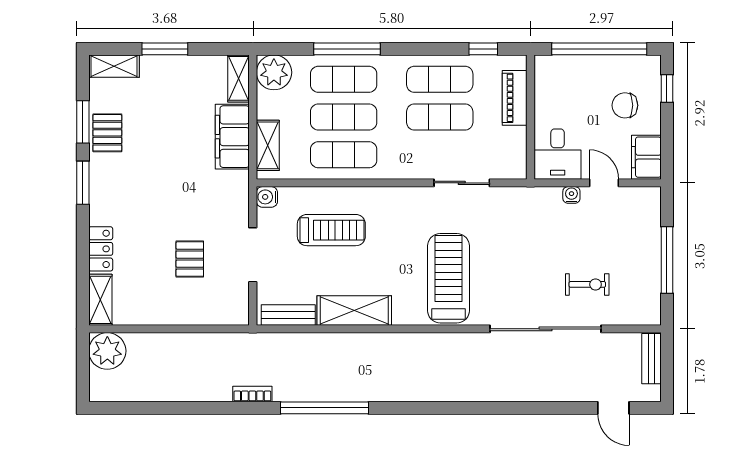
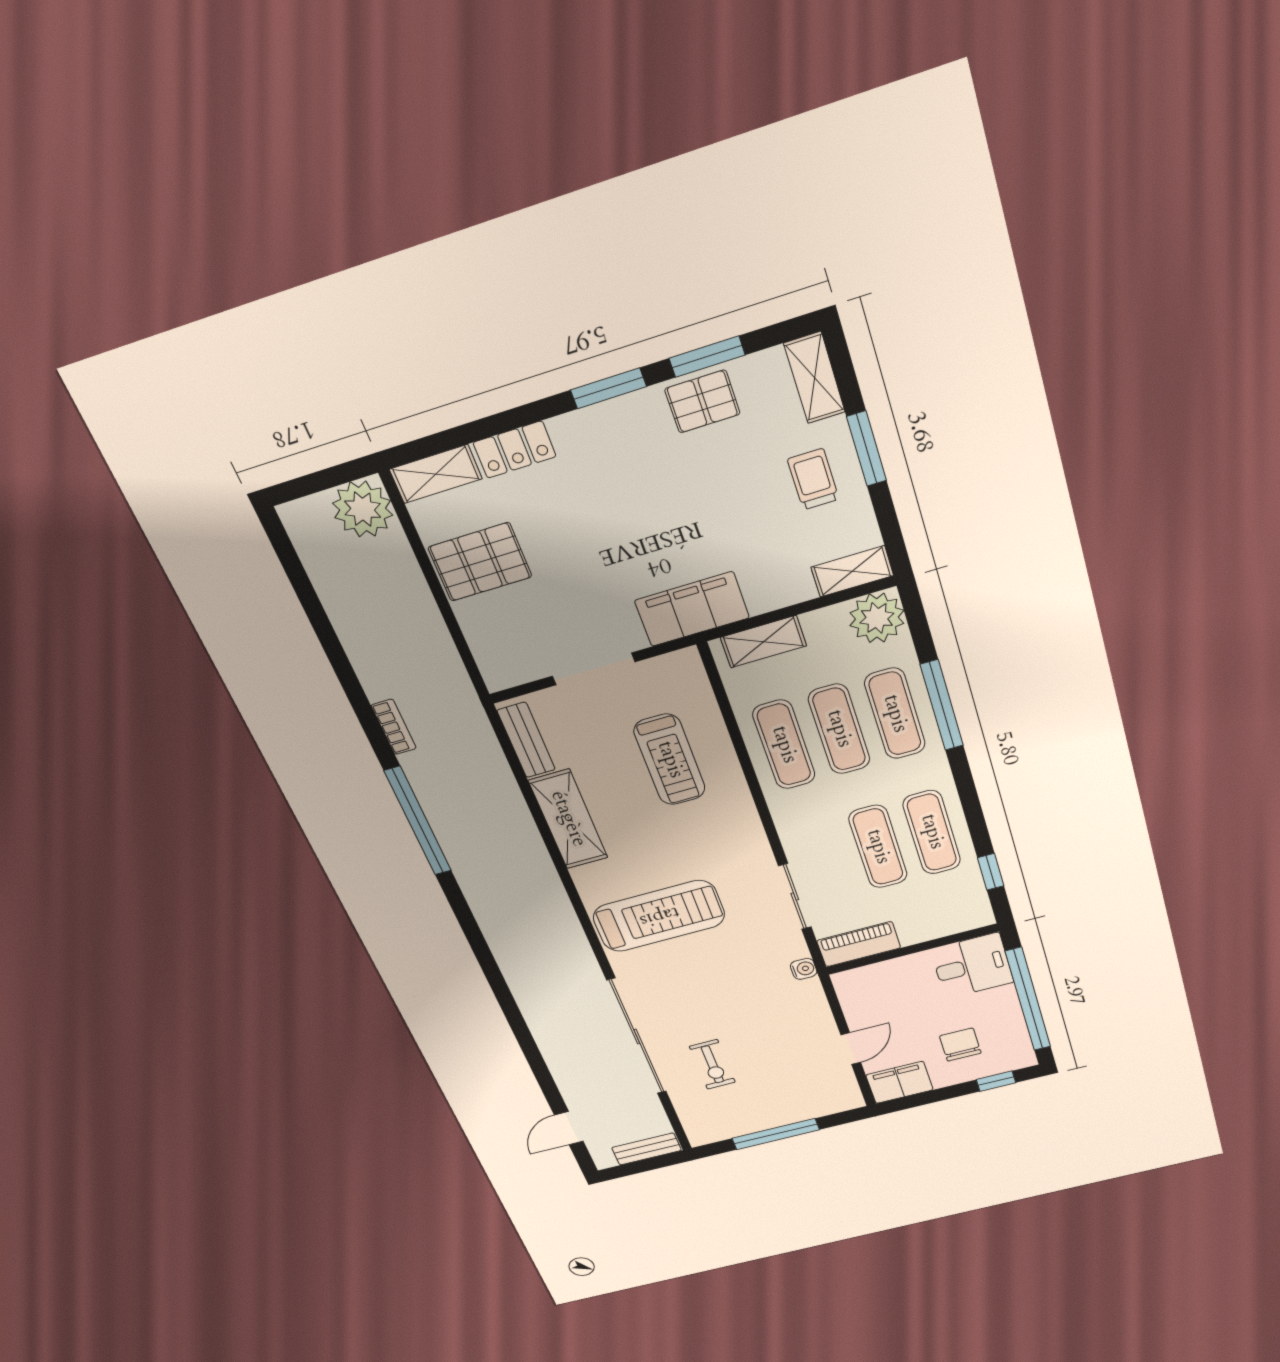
trolley: (174, 84) -> (813, 479), added
piano: (515, 98) -> (859, 944), moved
filing cabinet: (232, 137) -> (692, 609), moved
desk: (558, 154) -> (972, 966), moved, turned 180
water cooler: (571, 195) -> (804, 969), moved
water cooler: (267, 197) -> (686, 663), removed
pallet: (190, 259) -> (480, 562), moved, width x1.50, depth x1.42

